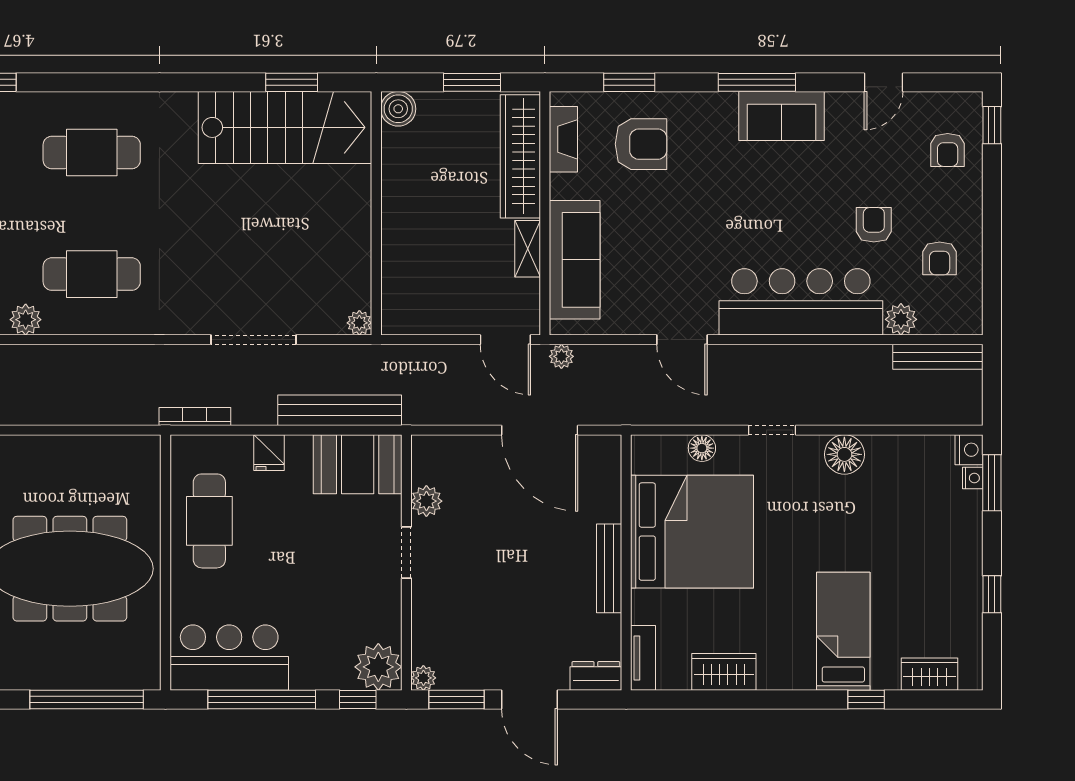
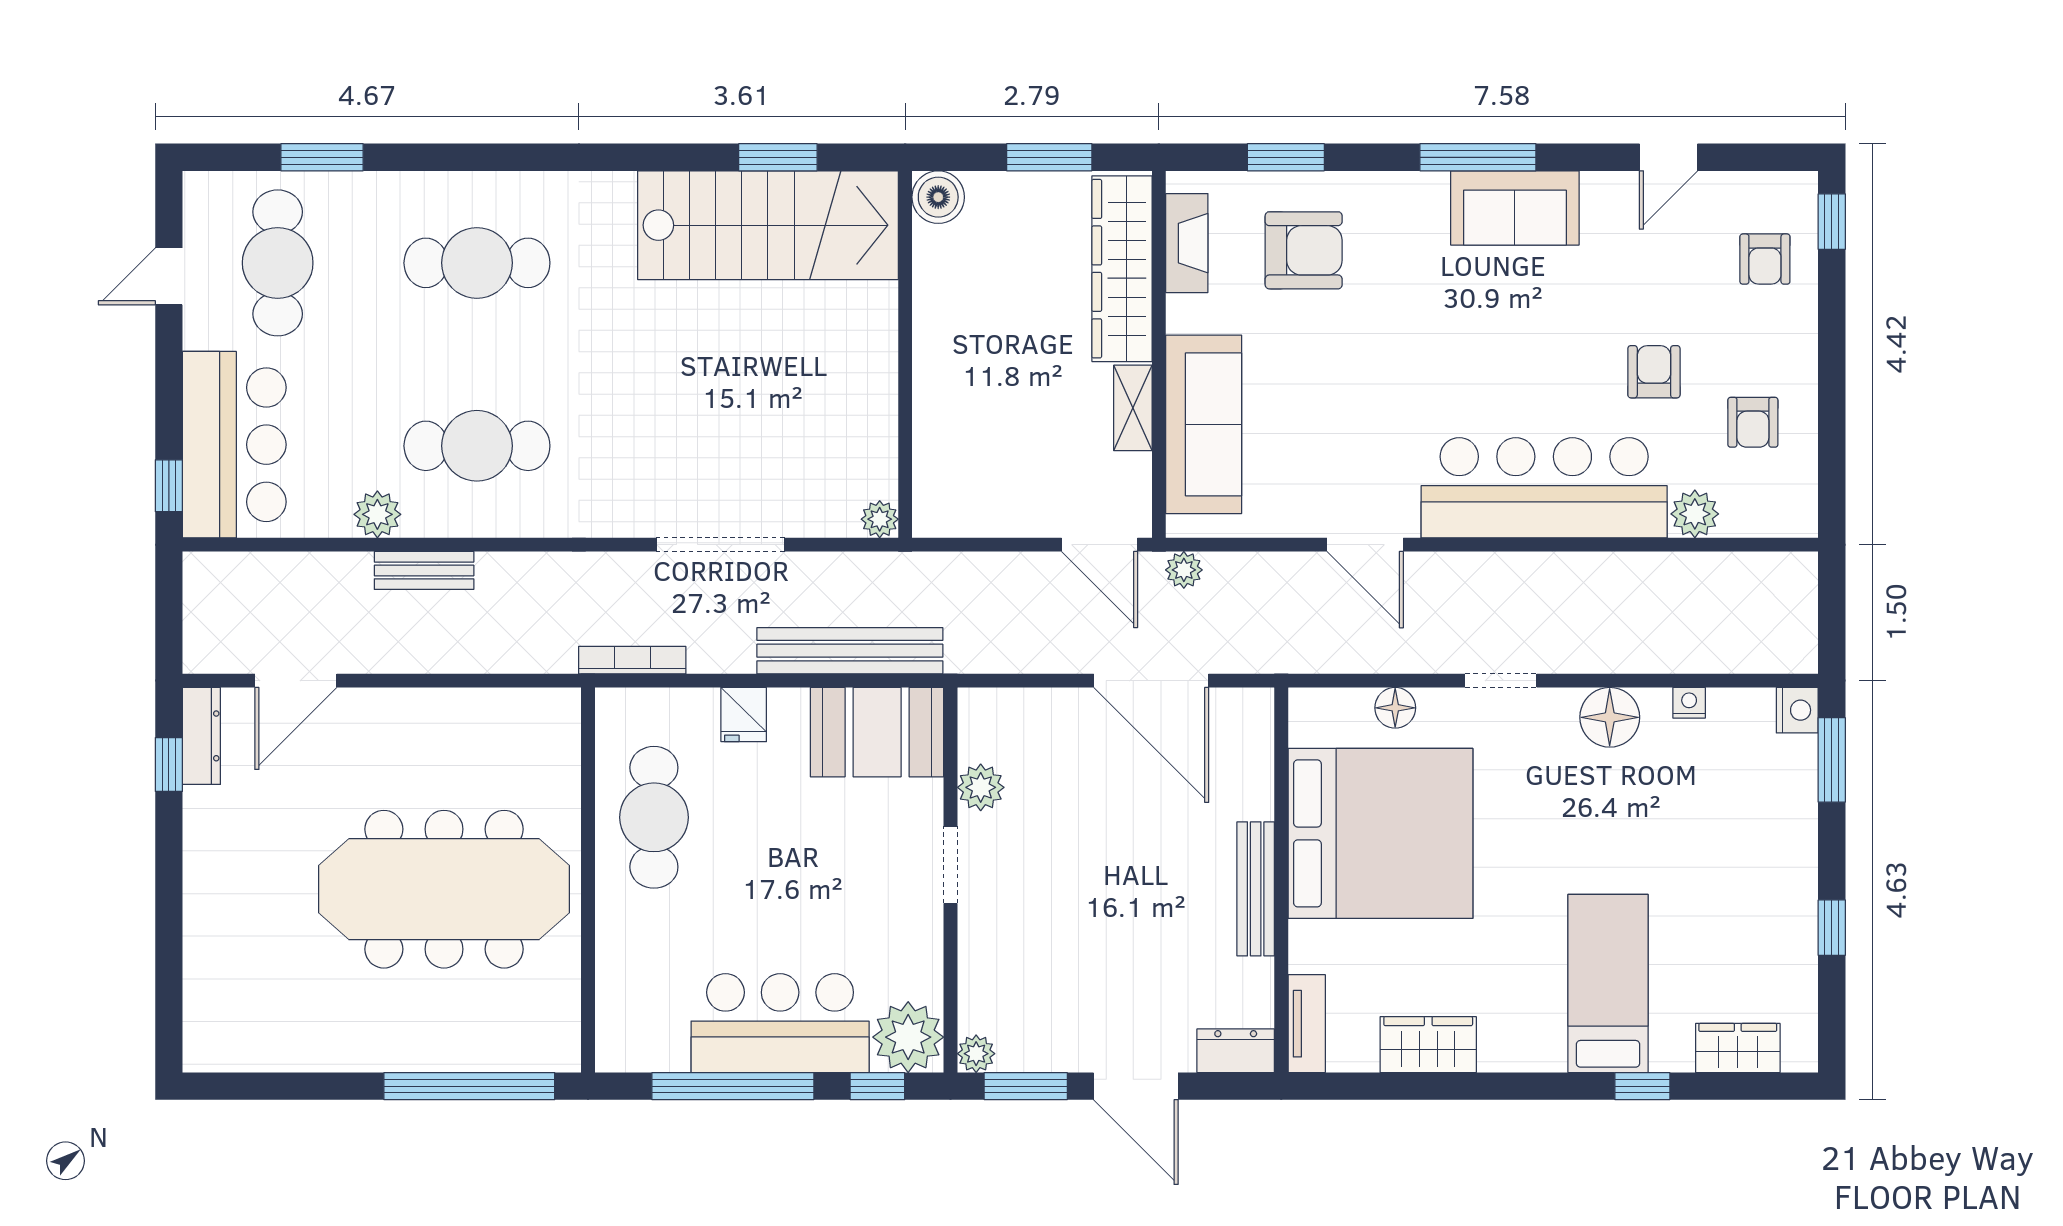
bench: (938, 357) -> (424, 570), moved, width x0.73
nightstand: (973, 478) -> (1689, 703), moved, turned -90
bar counter: (229, 658) -> (780, 1023), moved

